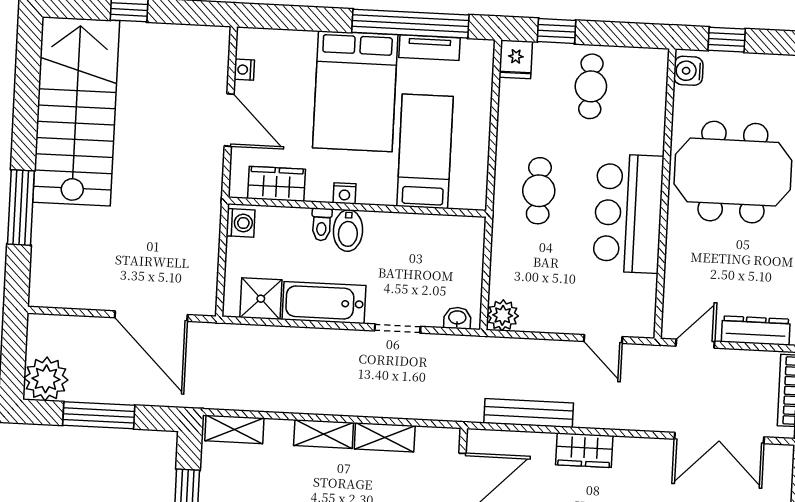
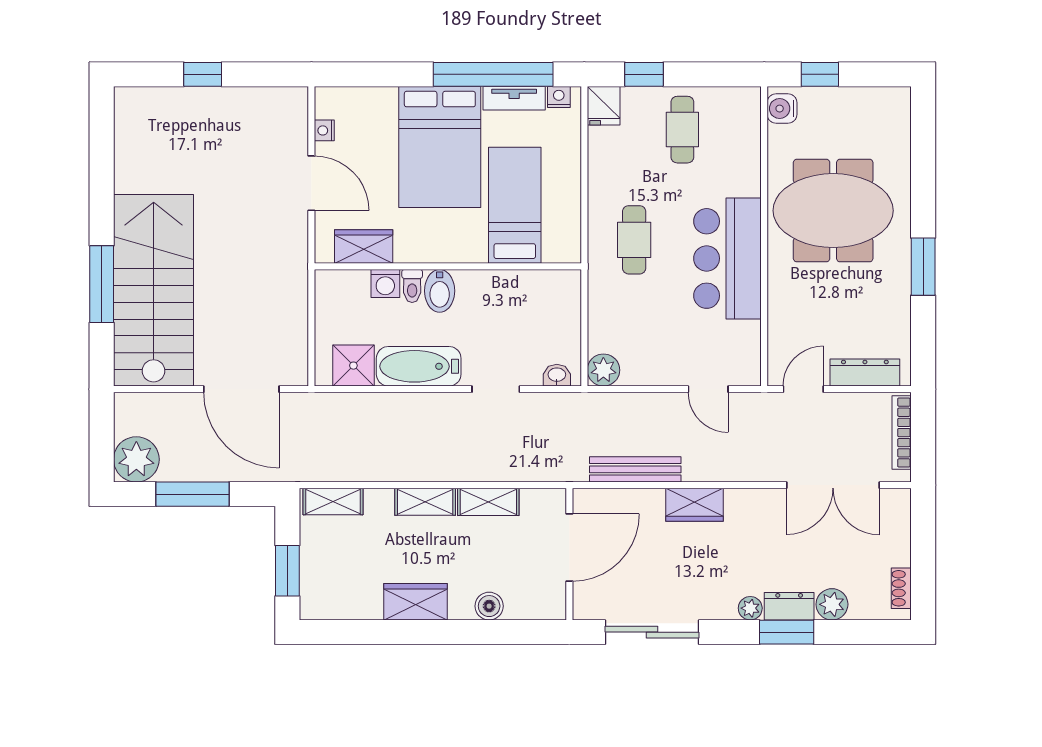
stairs: (76, 111) -> (154, 290), moved
nightstand: (345, 193) -> (559, 97), moved, turned 180
washing machine: (241, 223) -> (385, 283), moved, turned 90

